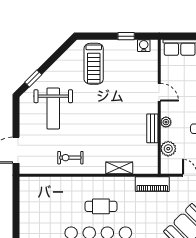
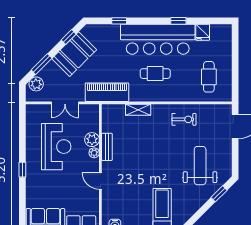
plant: (168, 149) -> (92, 140), moved
piano: (152, 184) -> (107, 92), width x1.37, depth x1.33
cafe table: (44, 203) -> (209, 77), added

